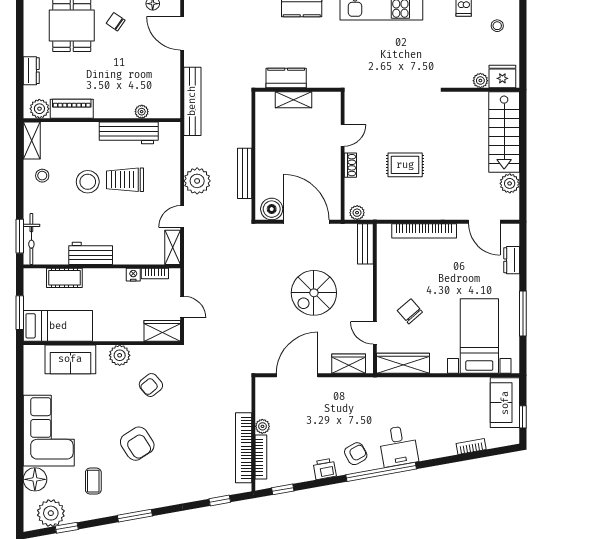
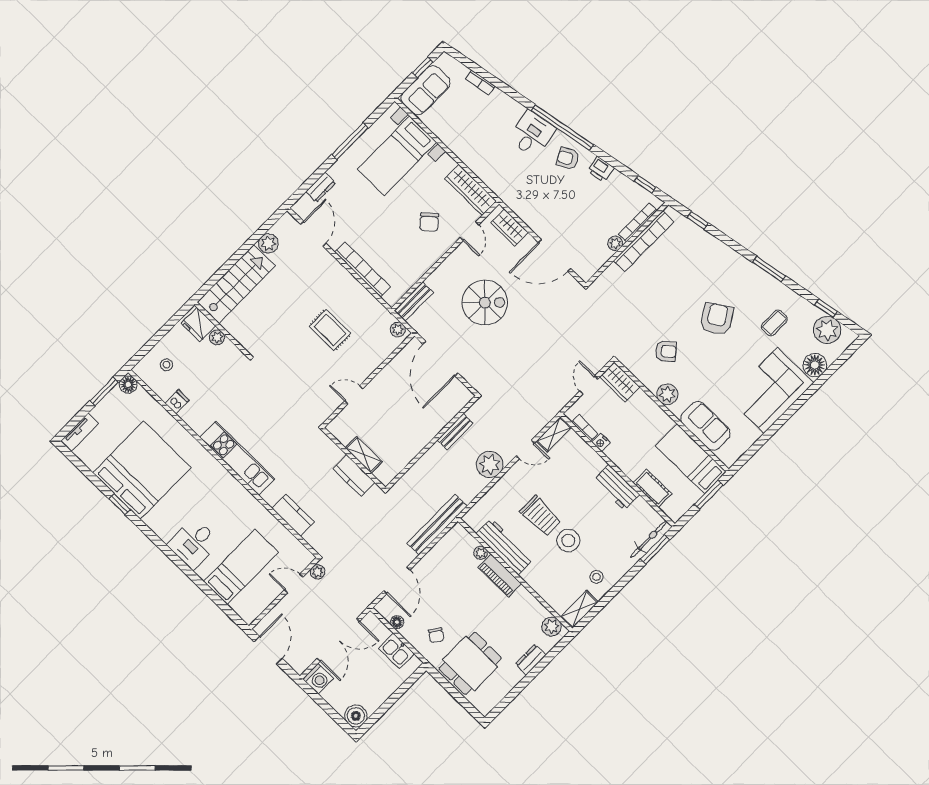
piano: (72, 109) -> (500, 576), moved
shoe rack: (350, 165) -> (369, 368), removed
bench: (245, 173) -> (455, 432), width x0.73
boiler: (272, 209) -> (456, 392), removed

